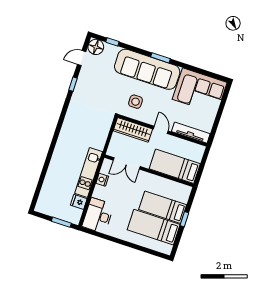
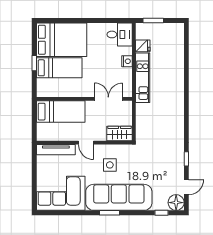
side table: (136, 102) -> (110, 165), moved
wardrobe: (133, 130) -> (120, 134), width x0.67
nightstand: (102, 180) -> (127, 61), moved
desk: (98, 216) -> (120, 34), width x0.73
bed: (154, 227) -> (62, 40), width x1.50

